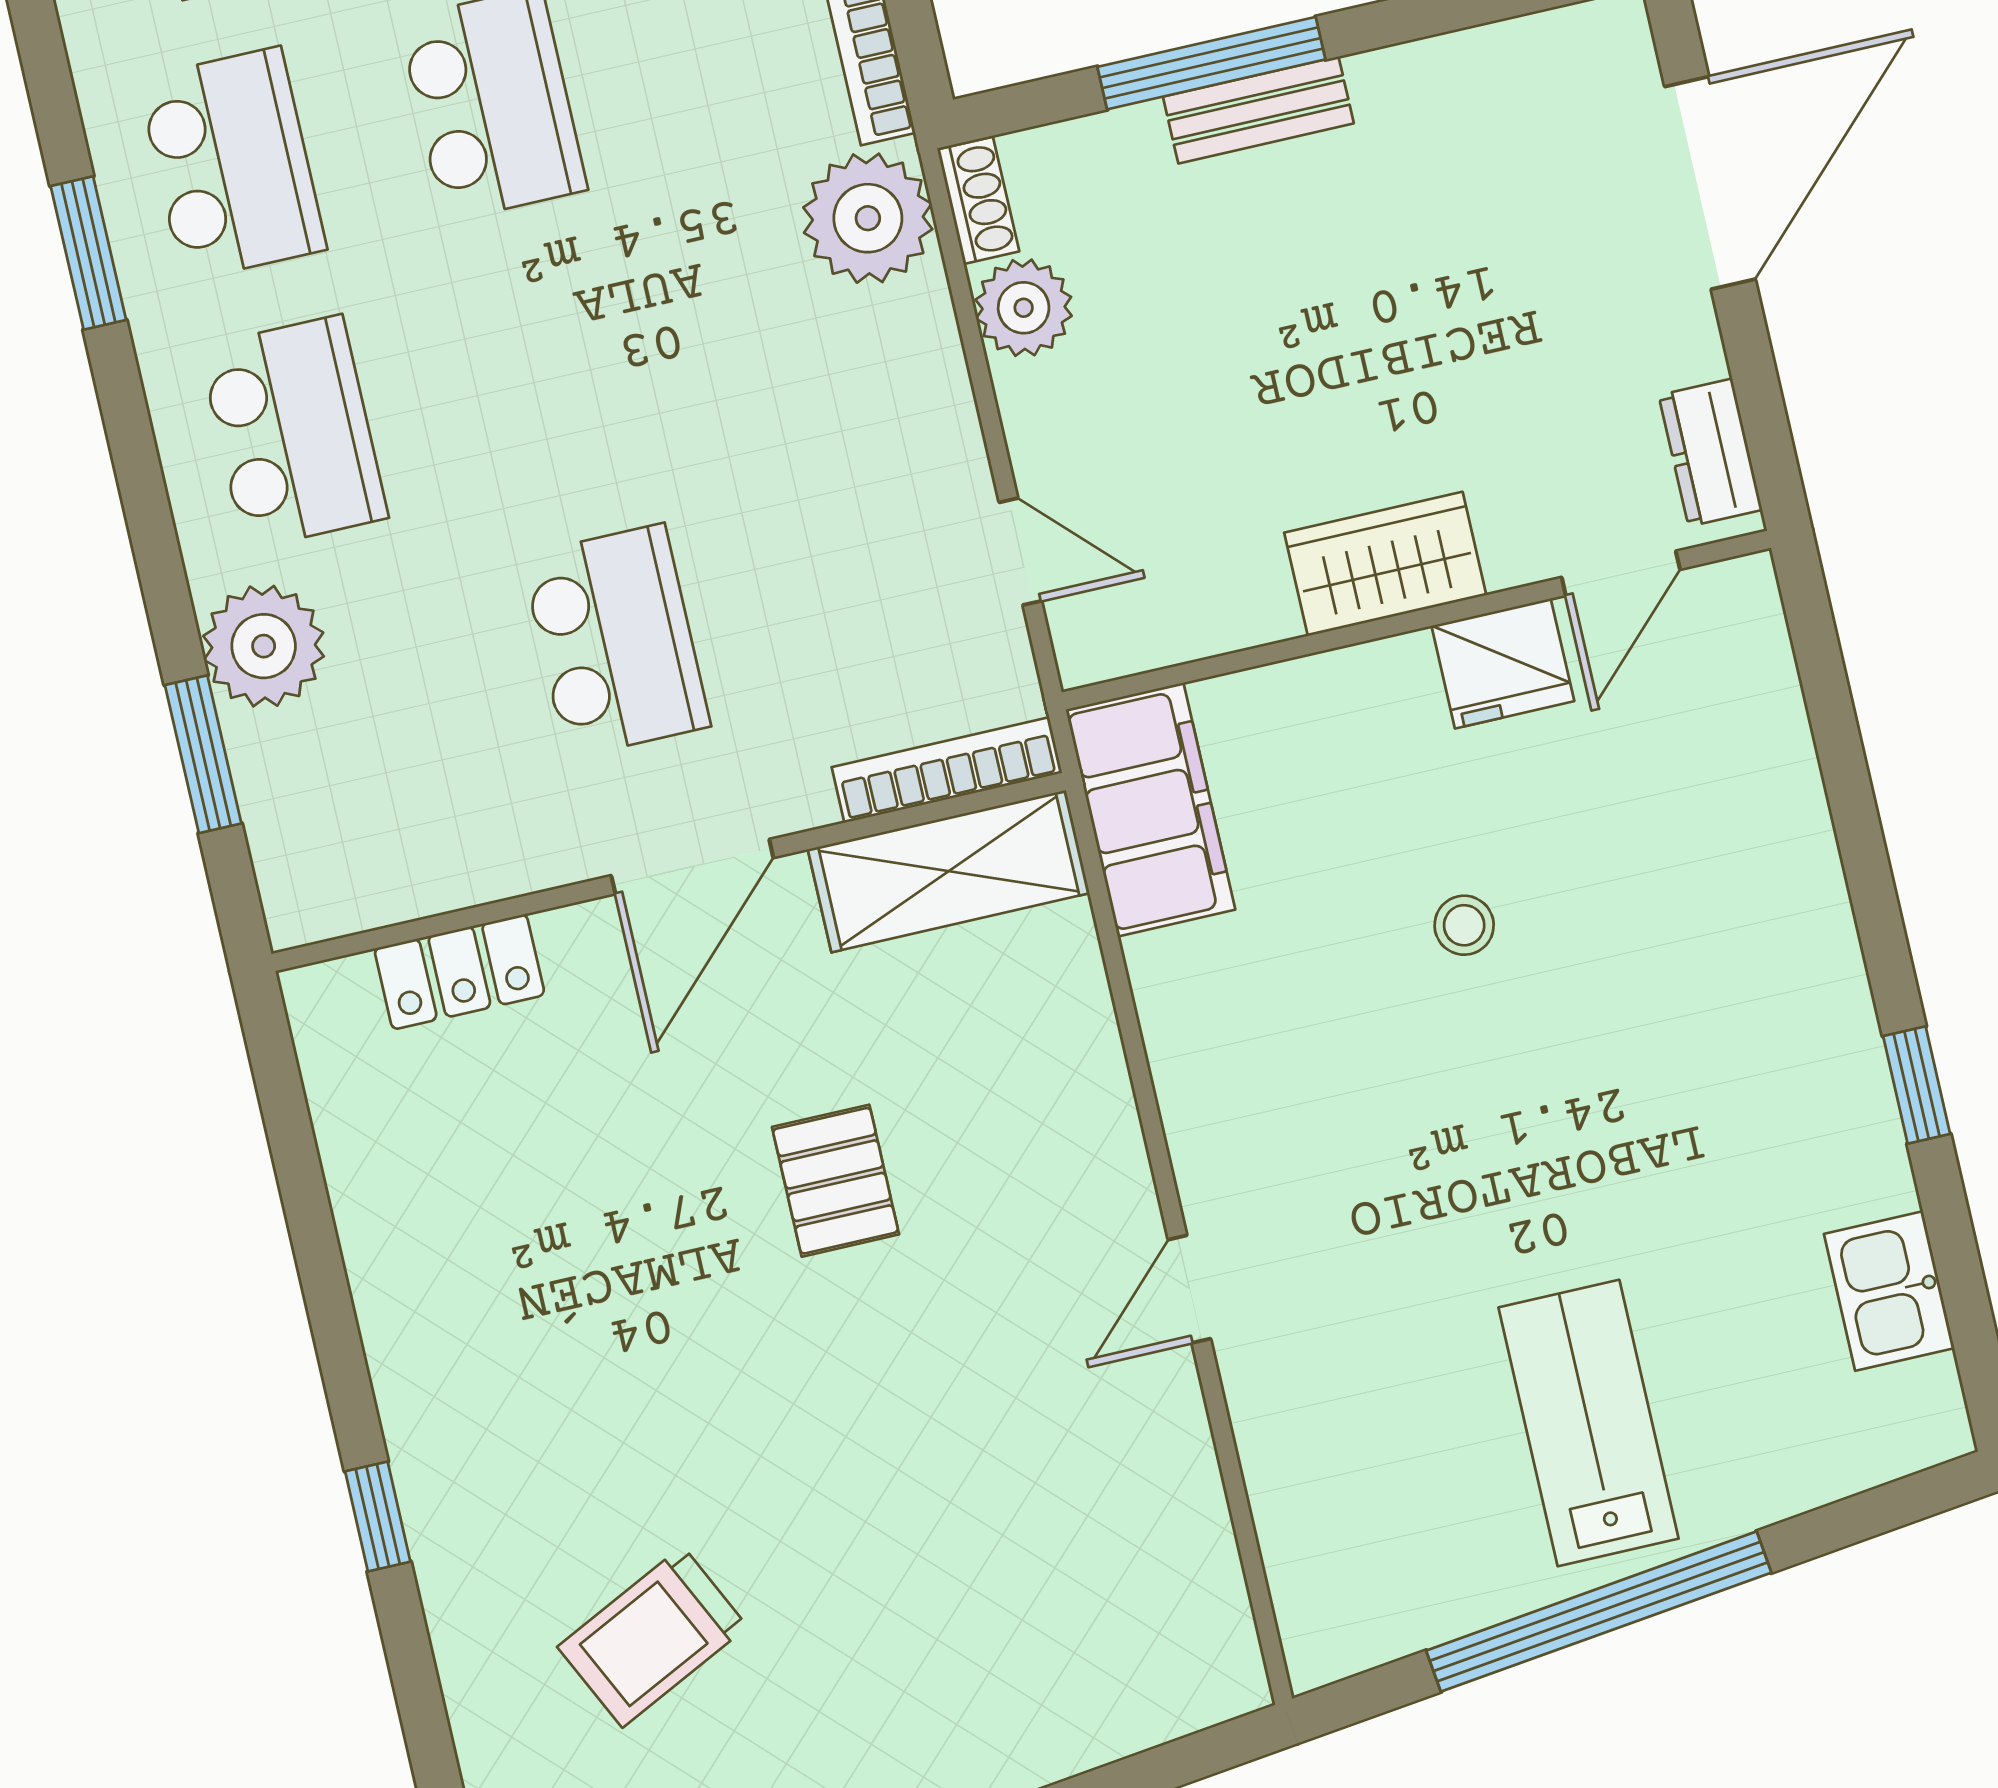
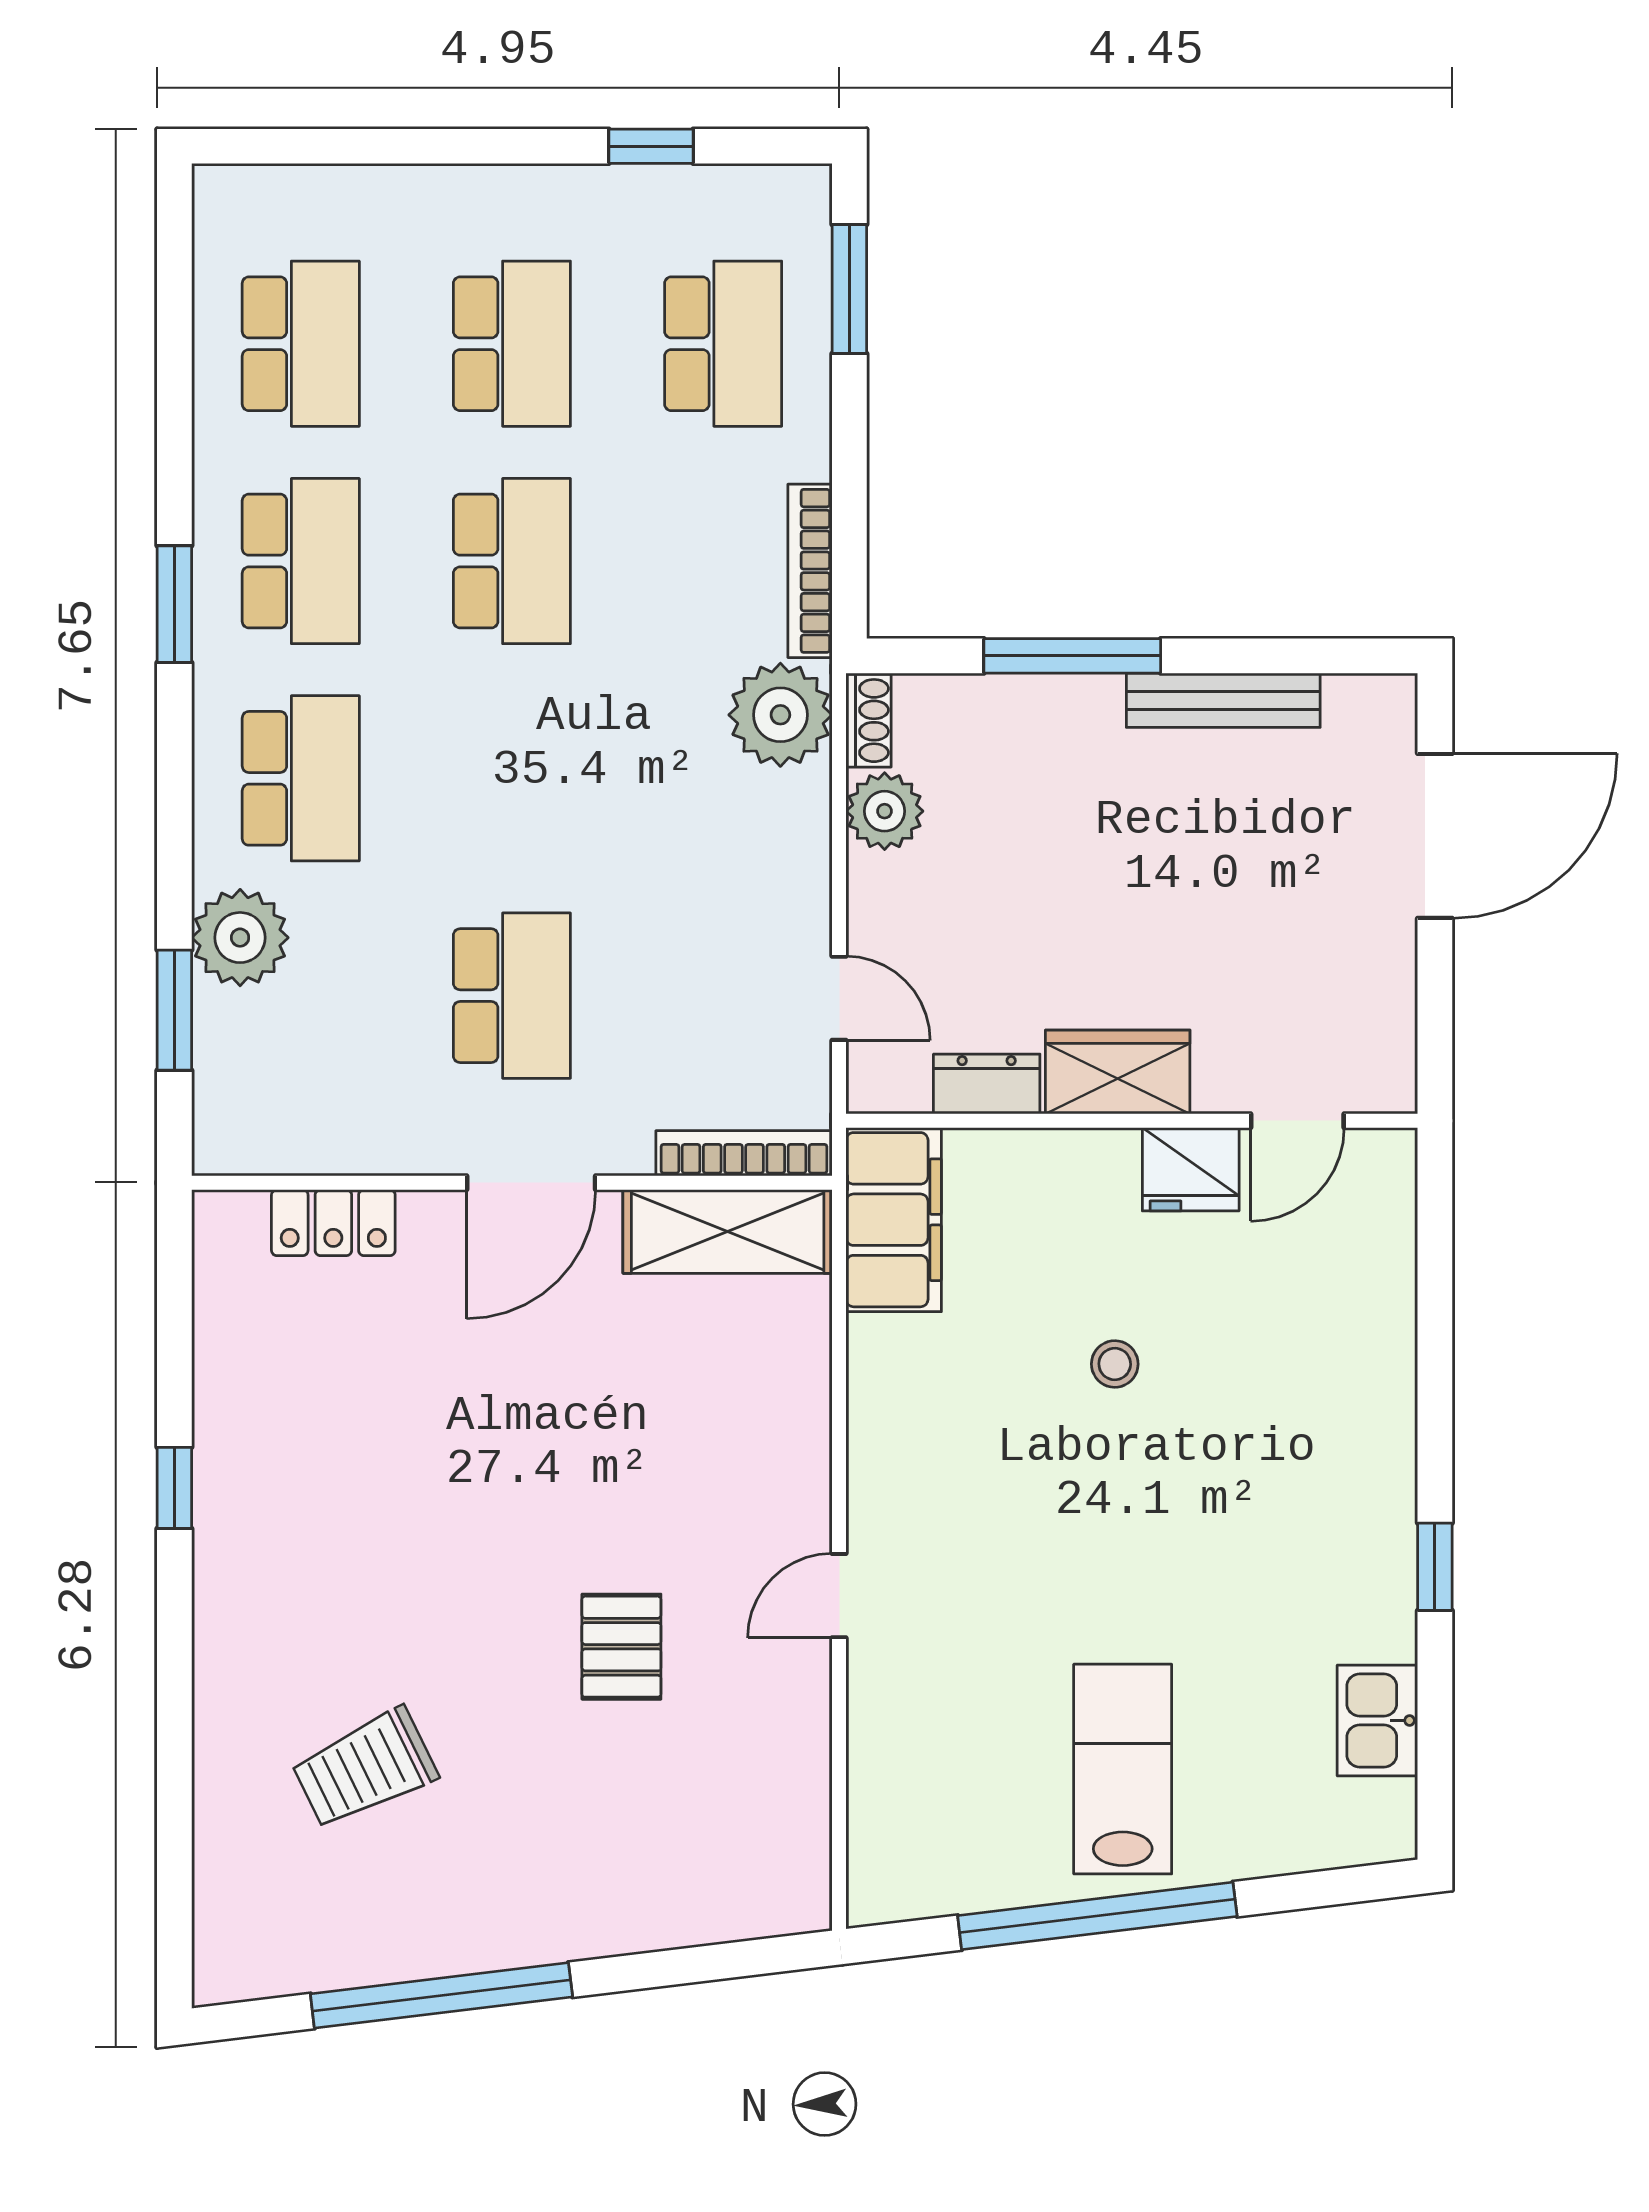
bench: (1258, 110) -> (1223, 700), moved, width x1.36
dresser: (1711, 453) -> (987, 1084), moved, turned 90
pallet: (836, 1181) -> (621, 1647), moved
window: (378, 1516) -> (174, 1488), moved

